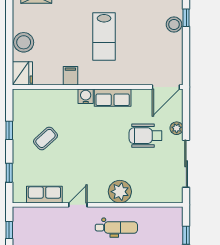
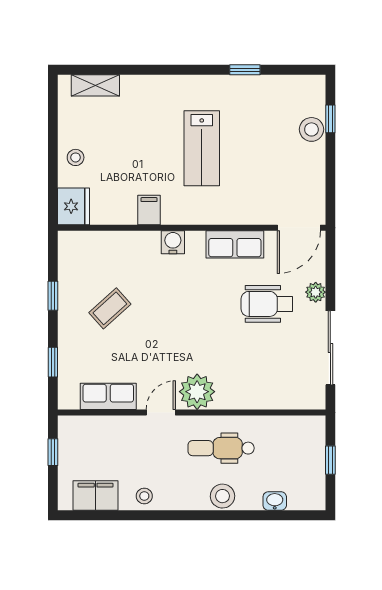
stool: (24, 42) -> (76, 157), width x0.53, depth x0.53
row of seats: (113, 98) -> (235, 244), moved
plant: (120, 192) -> (197, 392), moved
dental chair: (116, 228) -> (221, 448), turned 180

